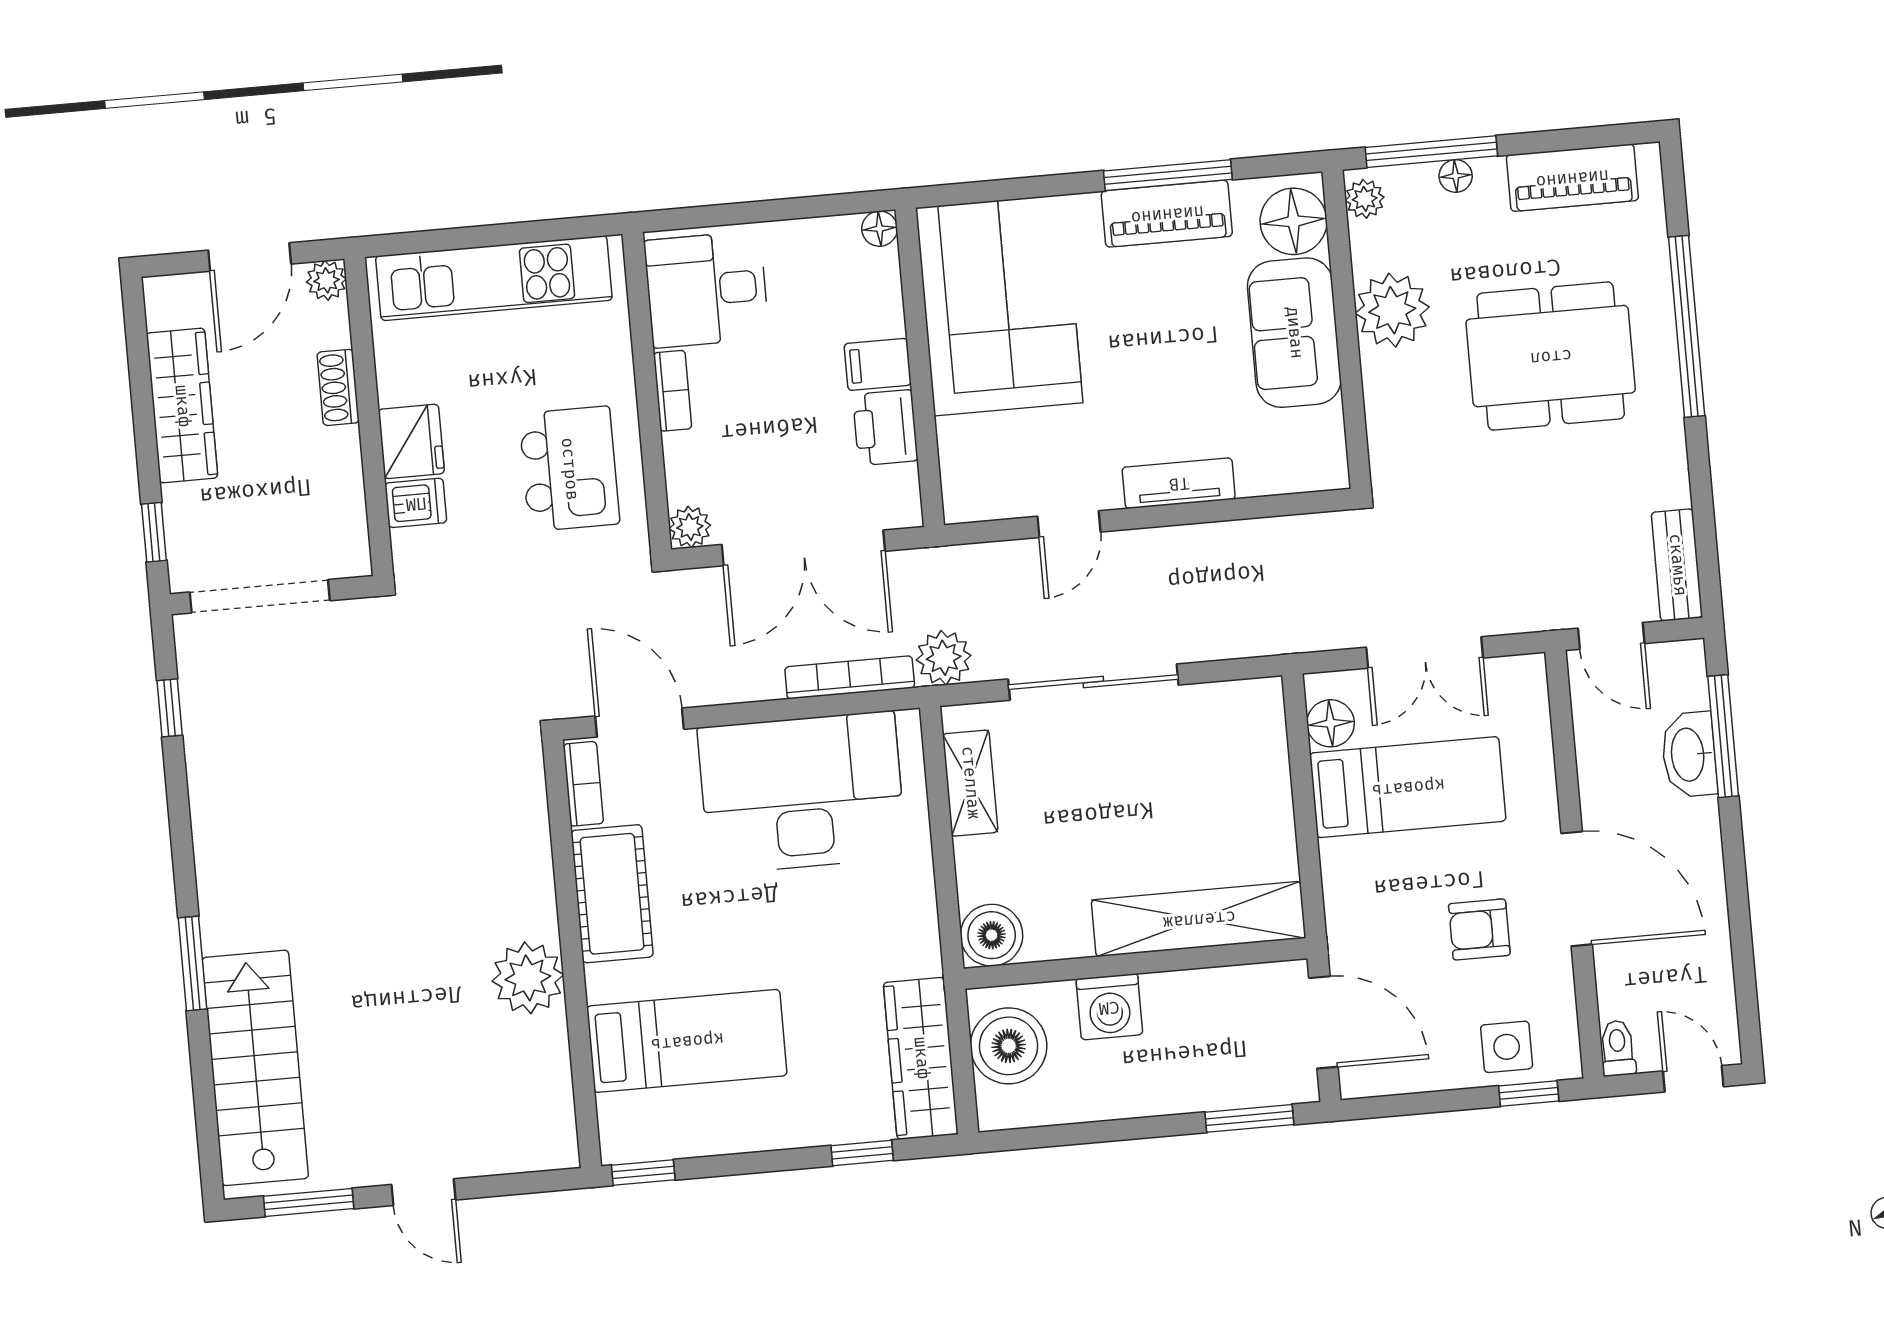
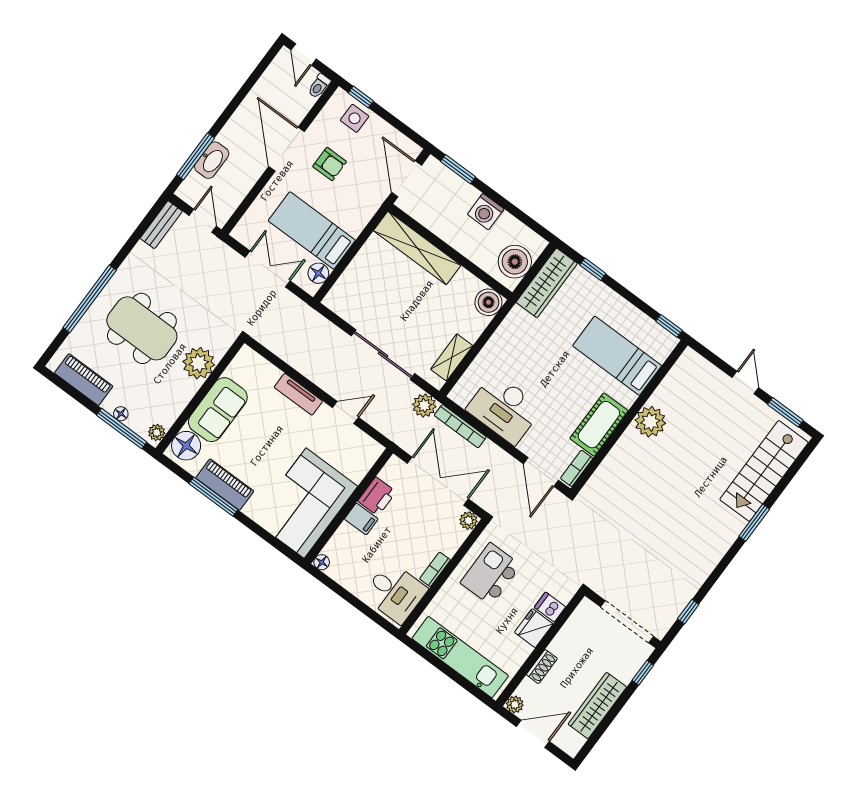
plant: (1392, 310) -> (199, 363), moved
desk: (802, 792) -> (504, 409), width x0.73, depth x0.77
washing machine: (1109, 1007) -> (486, 212), moved, turned 180

